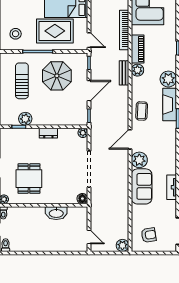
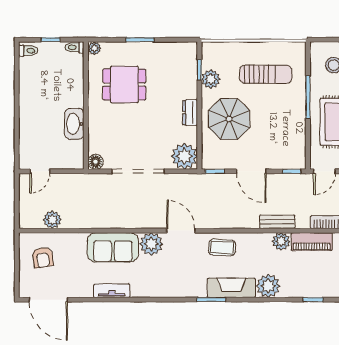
parasol: (57, 76) -> (229, 119), moved
plant: (83, 133) -> (184, 156), width x1.88, depth x1.88
plant: (122, 245) -> (52, 220), moved

